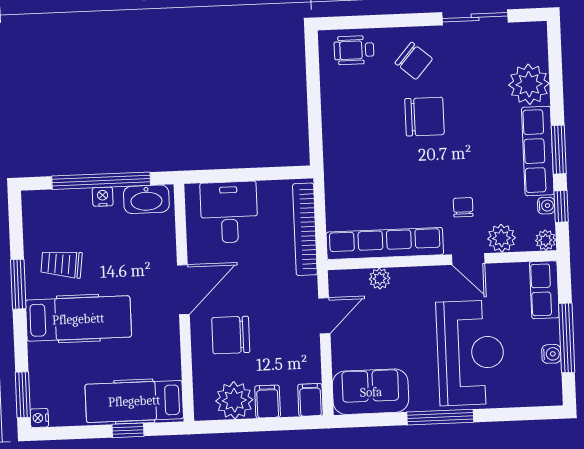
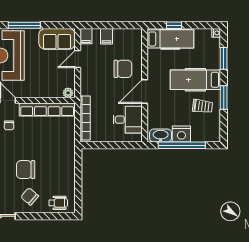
nightstand: (103, 197) -> (181, 134), width x1.89, depth x1.79
desk: (229, 212) -> (128, 120), moved, turned -90
plant: (380, 279) -> (68, 93), moved
door: (324, 316) -> (78, 59), moved
window: (23, 395) -> (224, 58), moved
plant: (234, 400) -> (122, 37), removed

